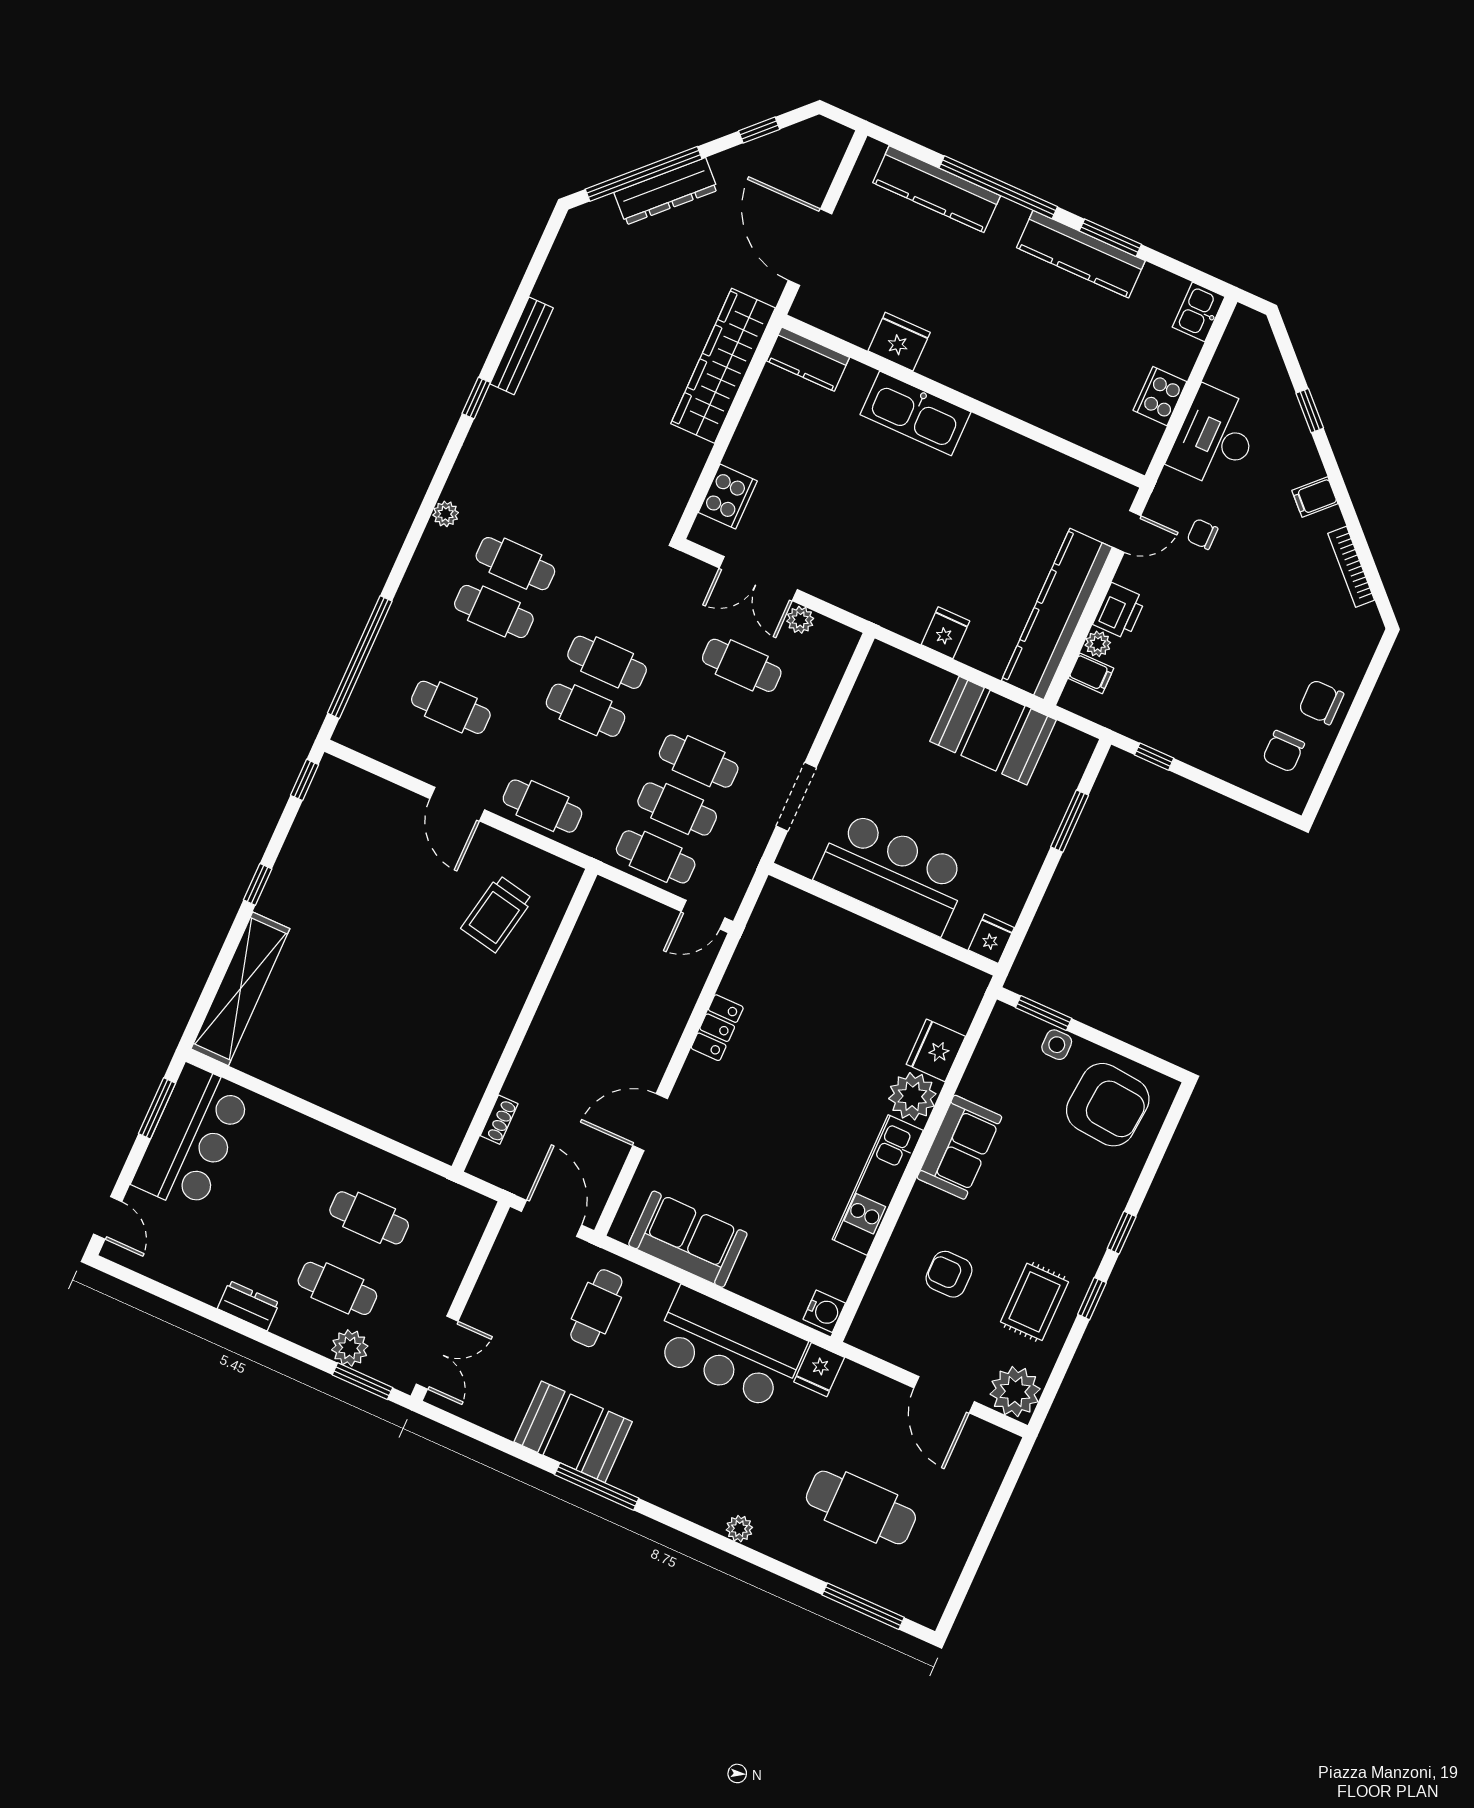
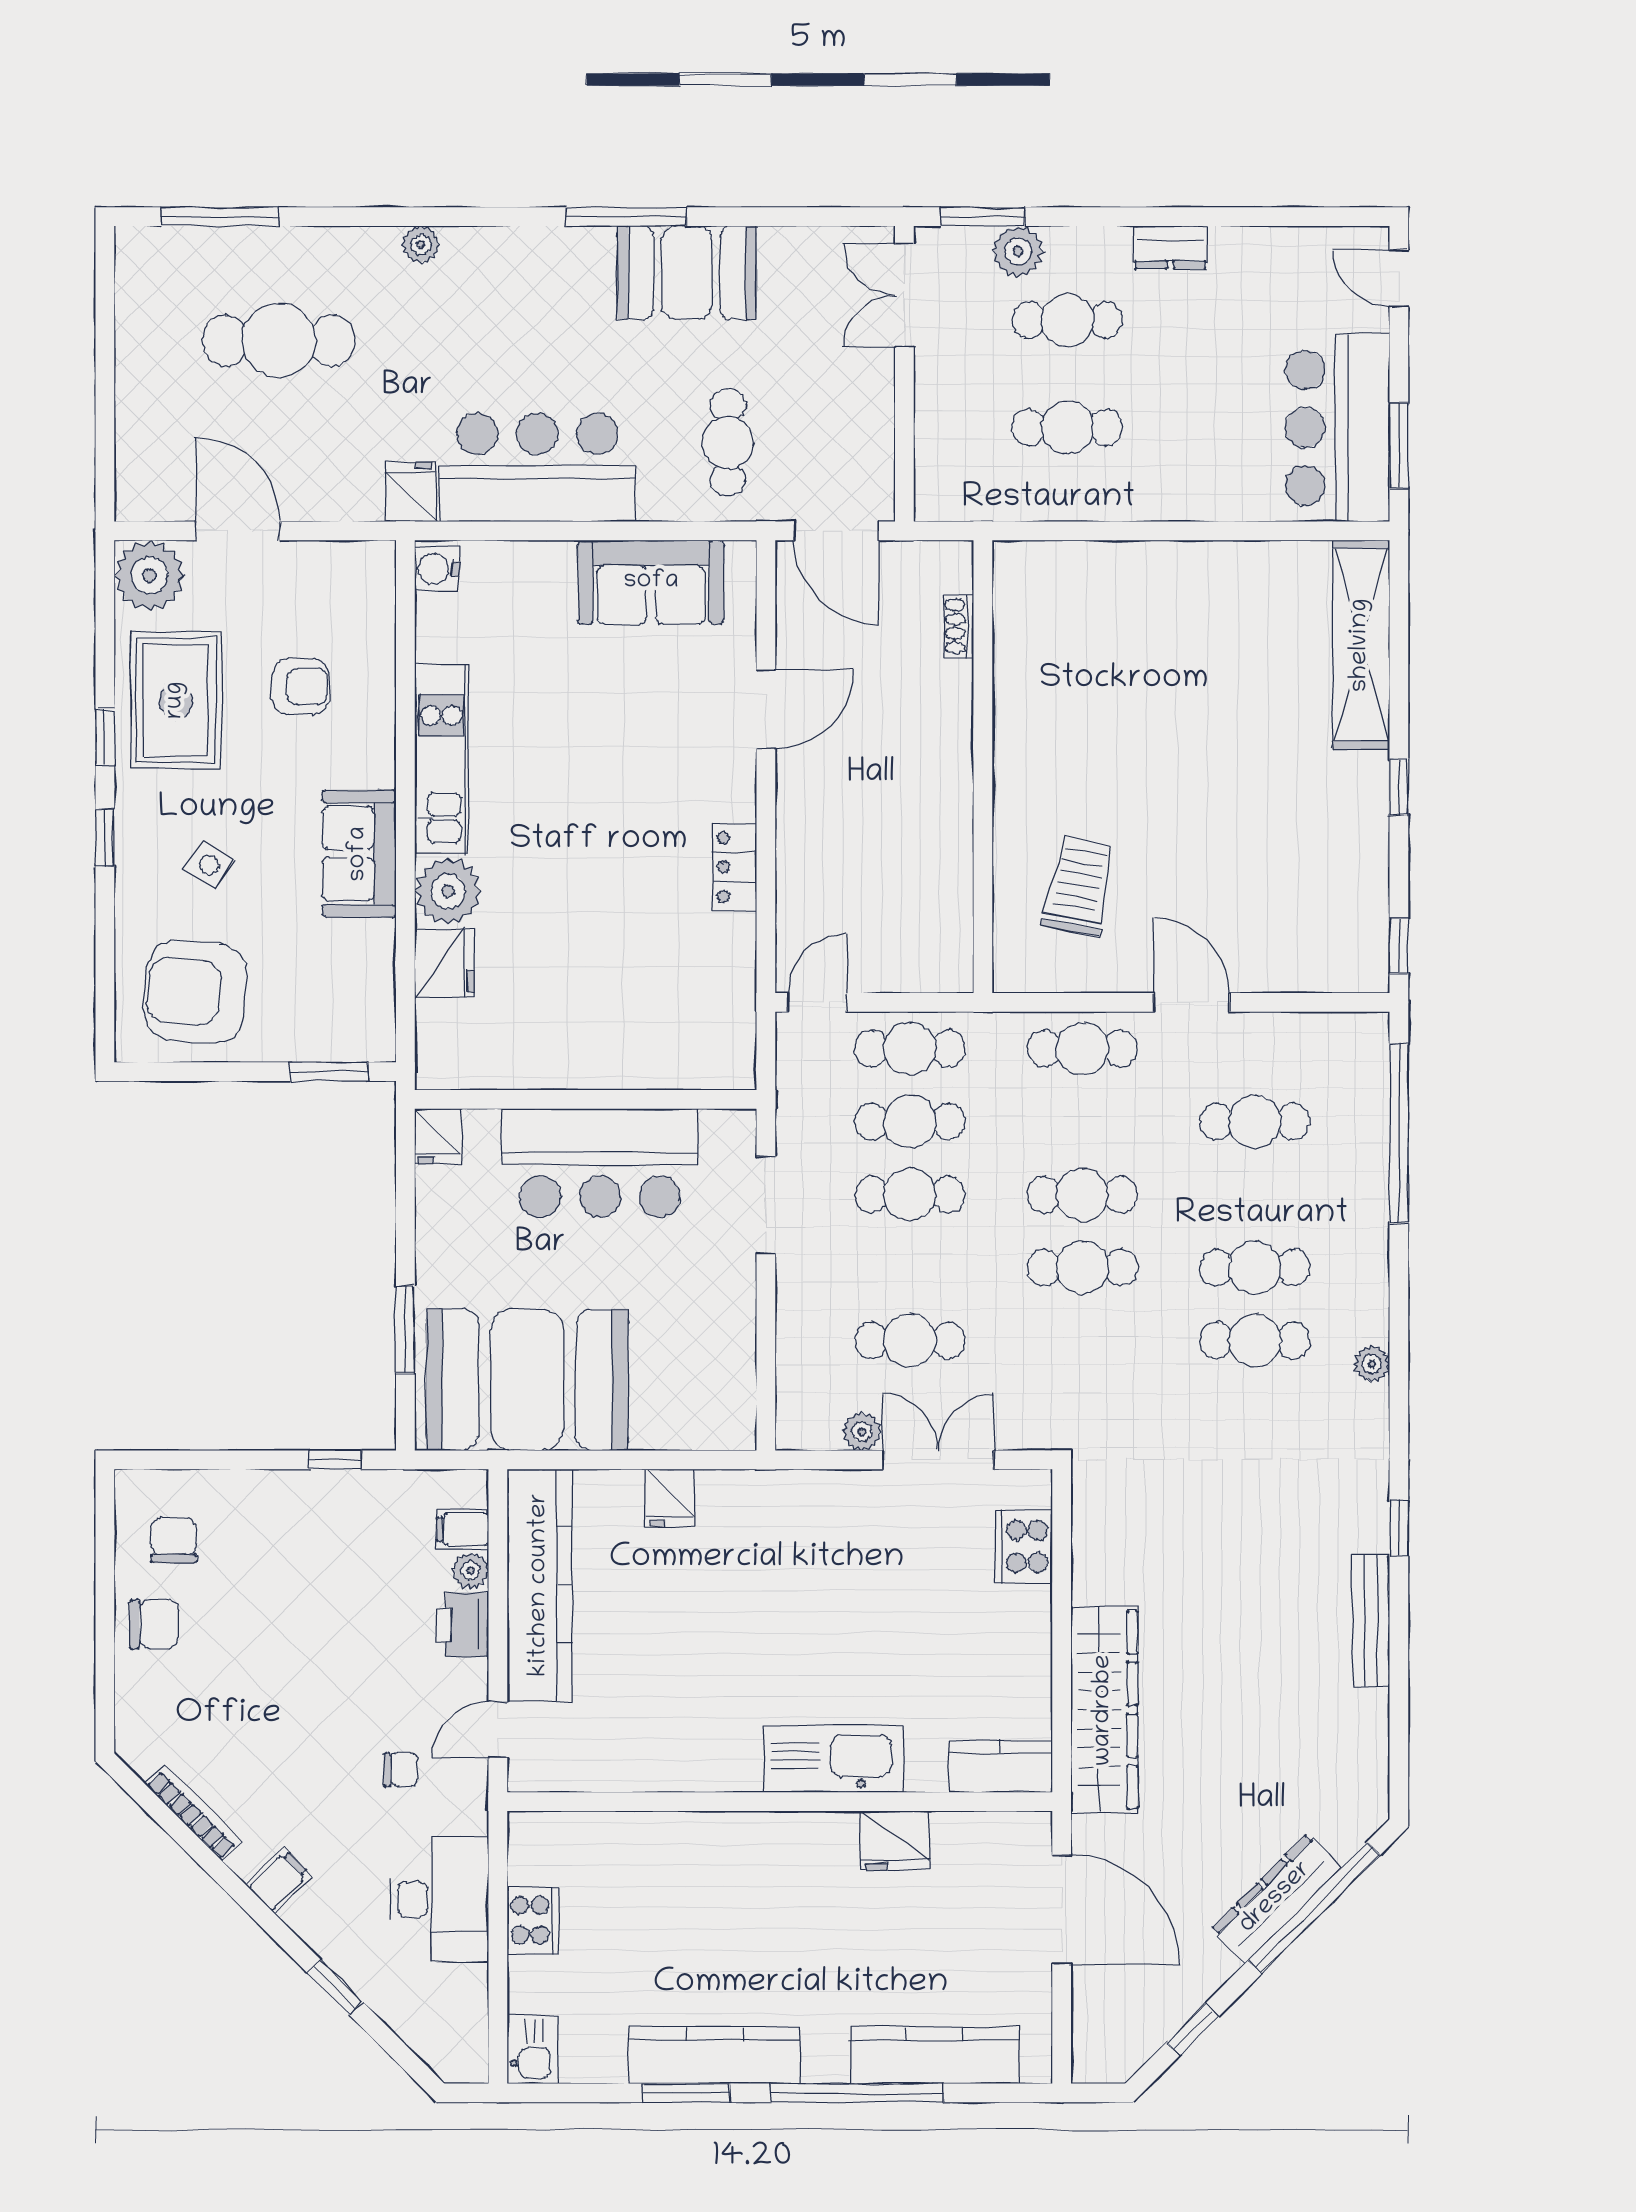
booth: (993, 731) -> (527, 1380), width x1.36, depth x1.42
side table: (1057, 1045) -> (209, 865), moved, turned 32
rug: (1034, 1302) -> (176, 700), width x1.36, depth x1.43

